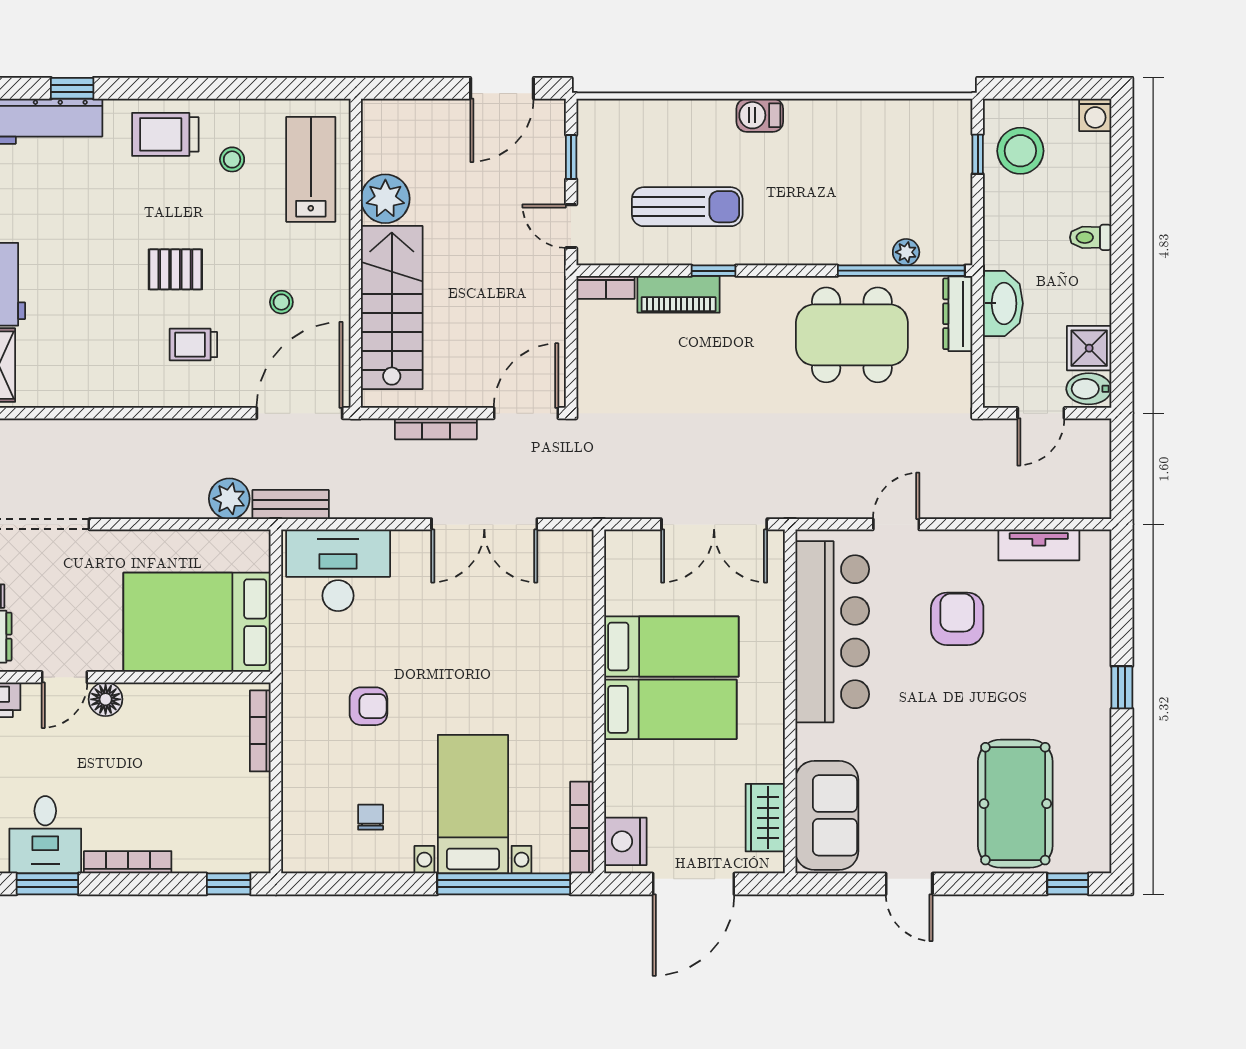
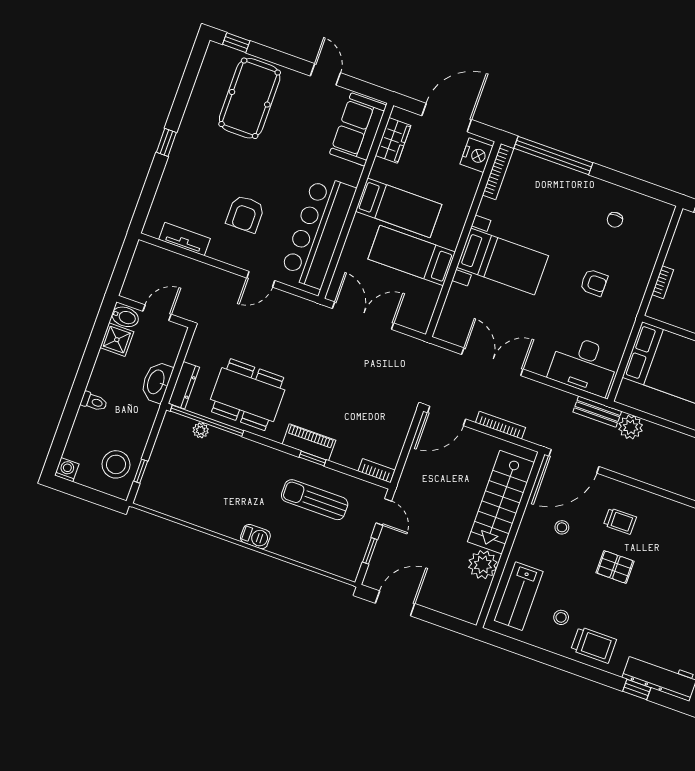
piano: (679, 294) -> (309, 442), moved
armchair: (368, 706) -> (594, 283), turned 180
bed: (670, 709) -> (399, 208), moved, turned 180
bookcase: (260, 731) -> (663, 282), width x0.64
bed with nightstands: (473, 804) -> (503, 262), moved, turned -90

